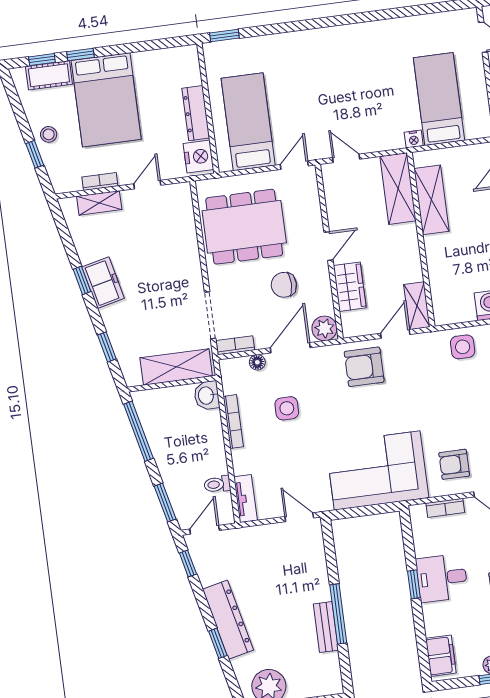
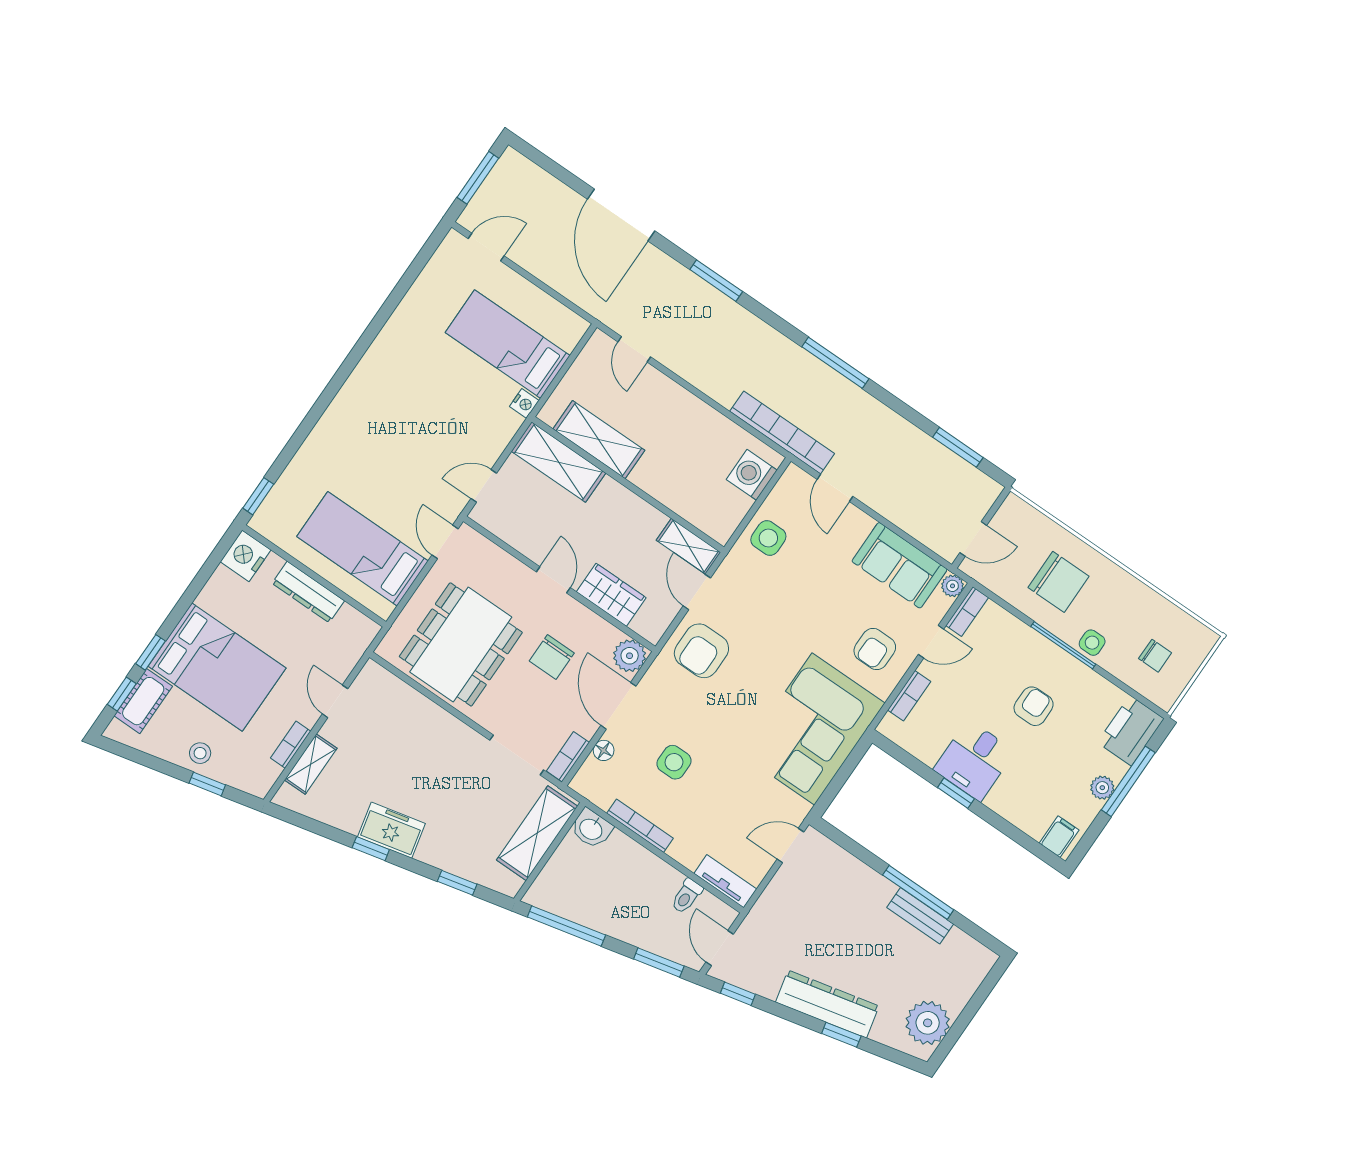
nightstand: (198, 157) -> (246, 556), moved, turned -90
filing cabinet: (441, 656) -> (1059, 837), width x0.50

